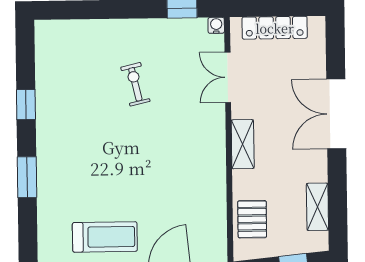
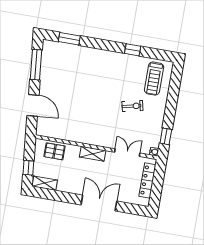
window: (27, 177) -> (69, 39), moved
shelving: (317, 207) -> (45, 183), moved
treadmill: (105, 237) -> (154, 79), moved

